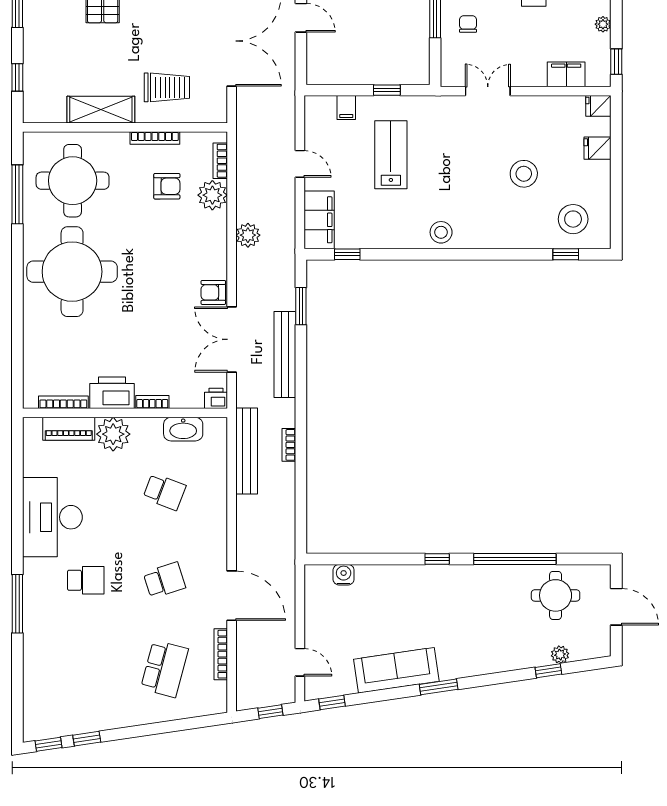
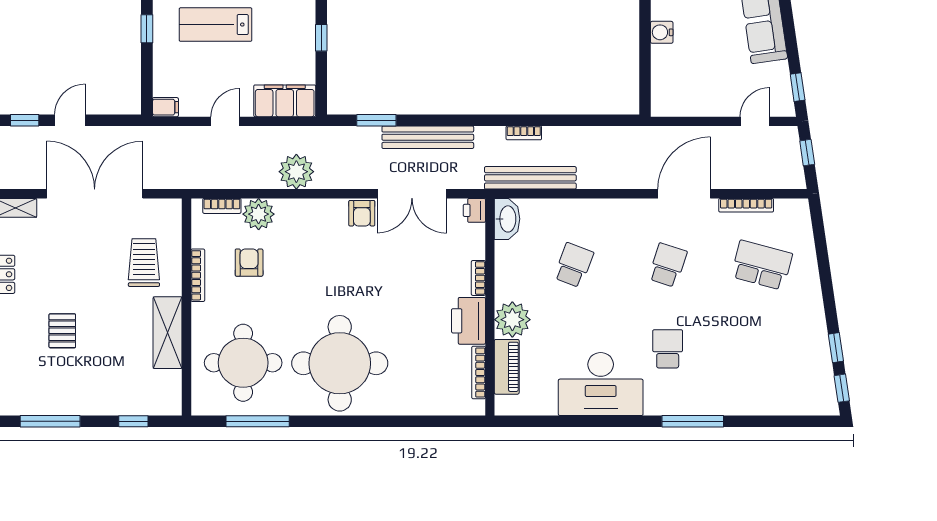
filing cabinet: (346, 108) -> (165, 107), moved
plant: (248, 235) -> (296, 172), width x1.36, depth x1.36
window: (347, 254) -> (321, 38), moved
washbasin: (183, 429) -> (507, 219), moved
water cooler: (344, 575) -> (662, 32), moved
school desk: (164, 580) -> (668, 265), turned 36

